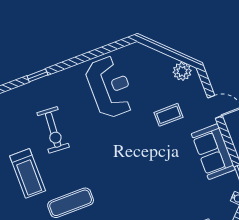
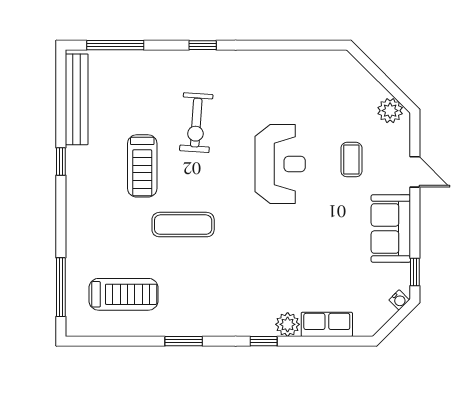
reception desk: (110, 87) -> (280, 164), moved
coffee table: (169, 115) -> (351, 160), turned 90

